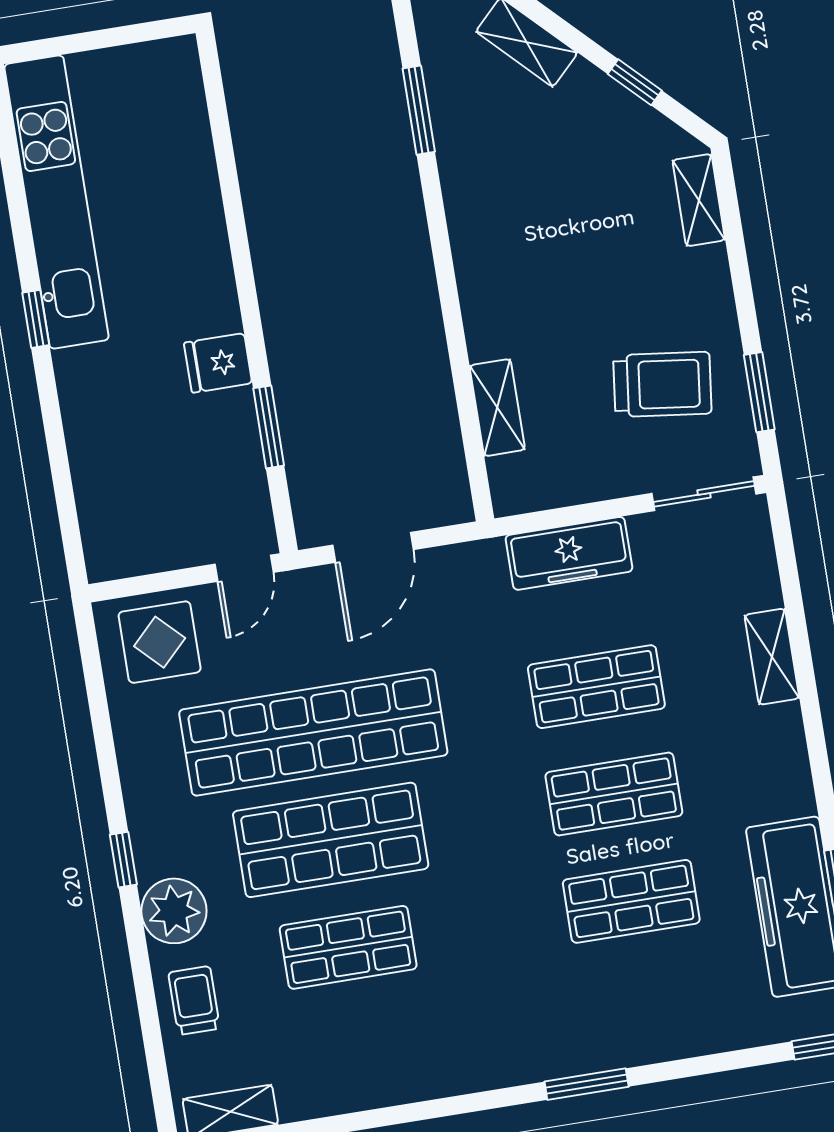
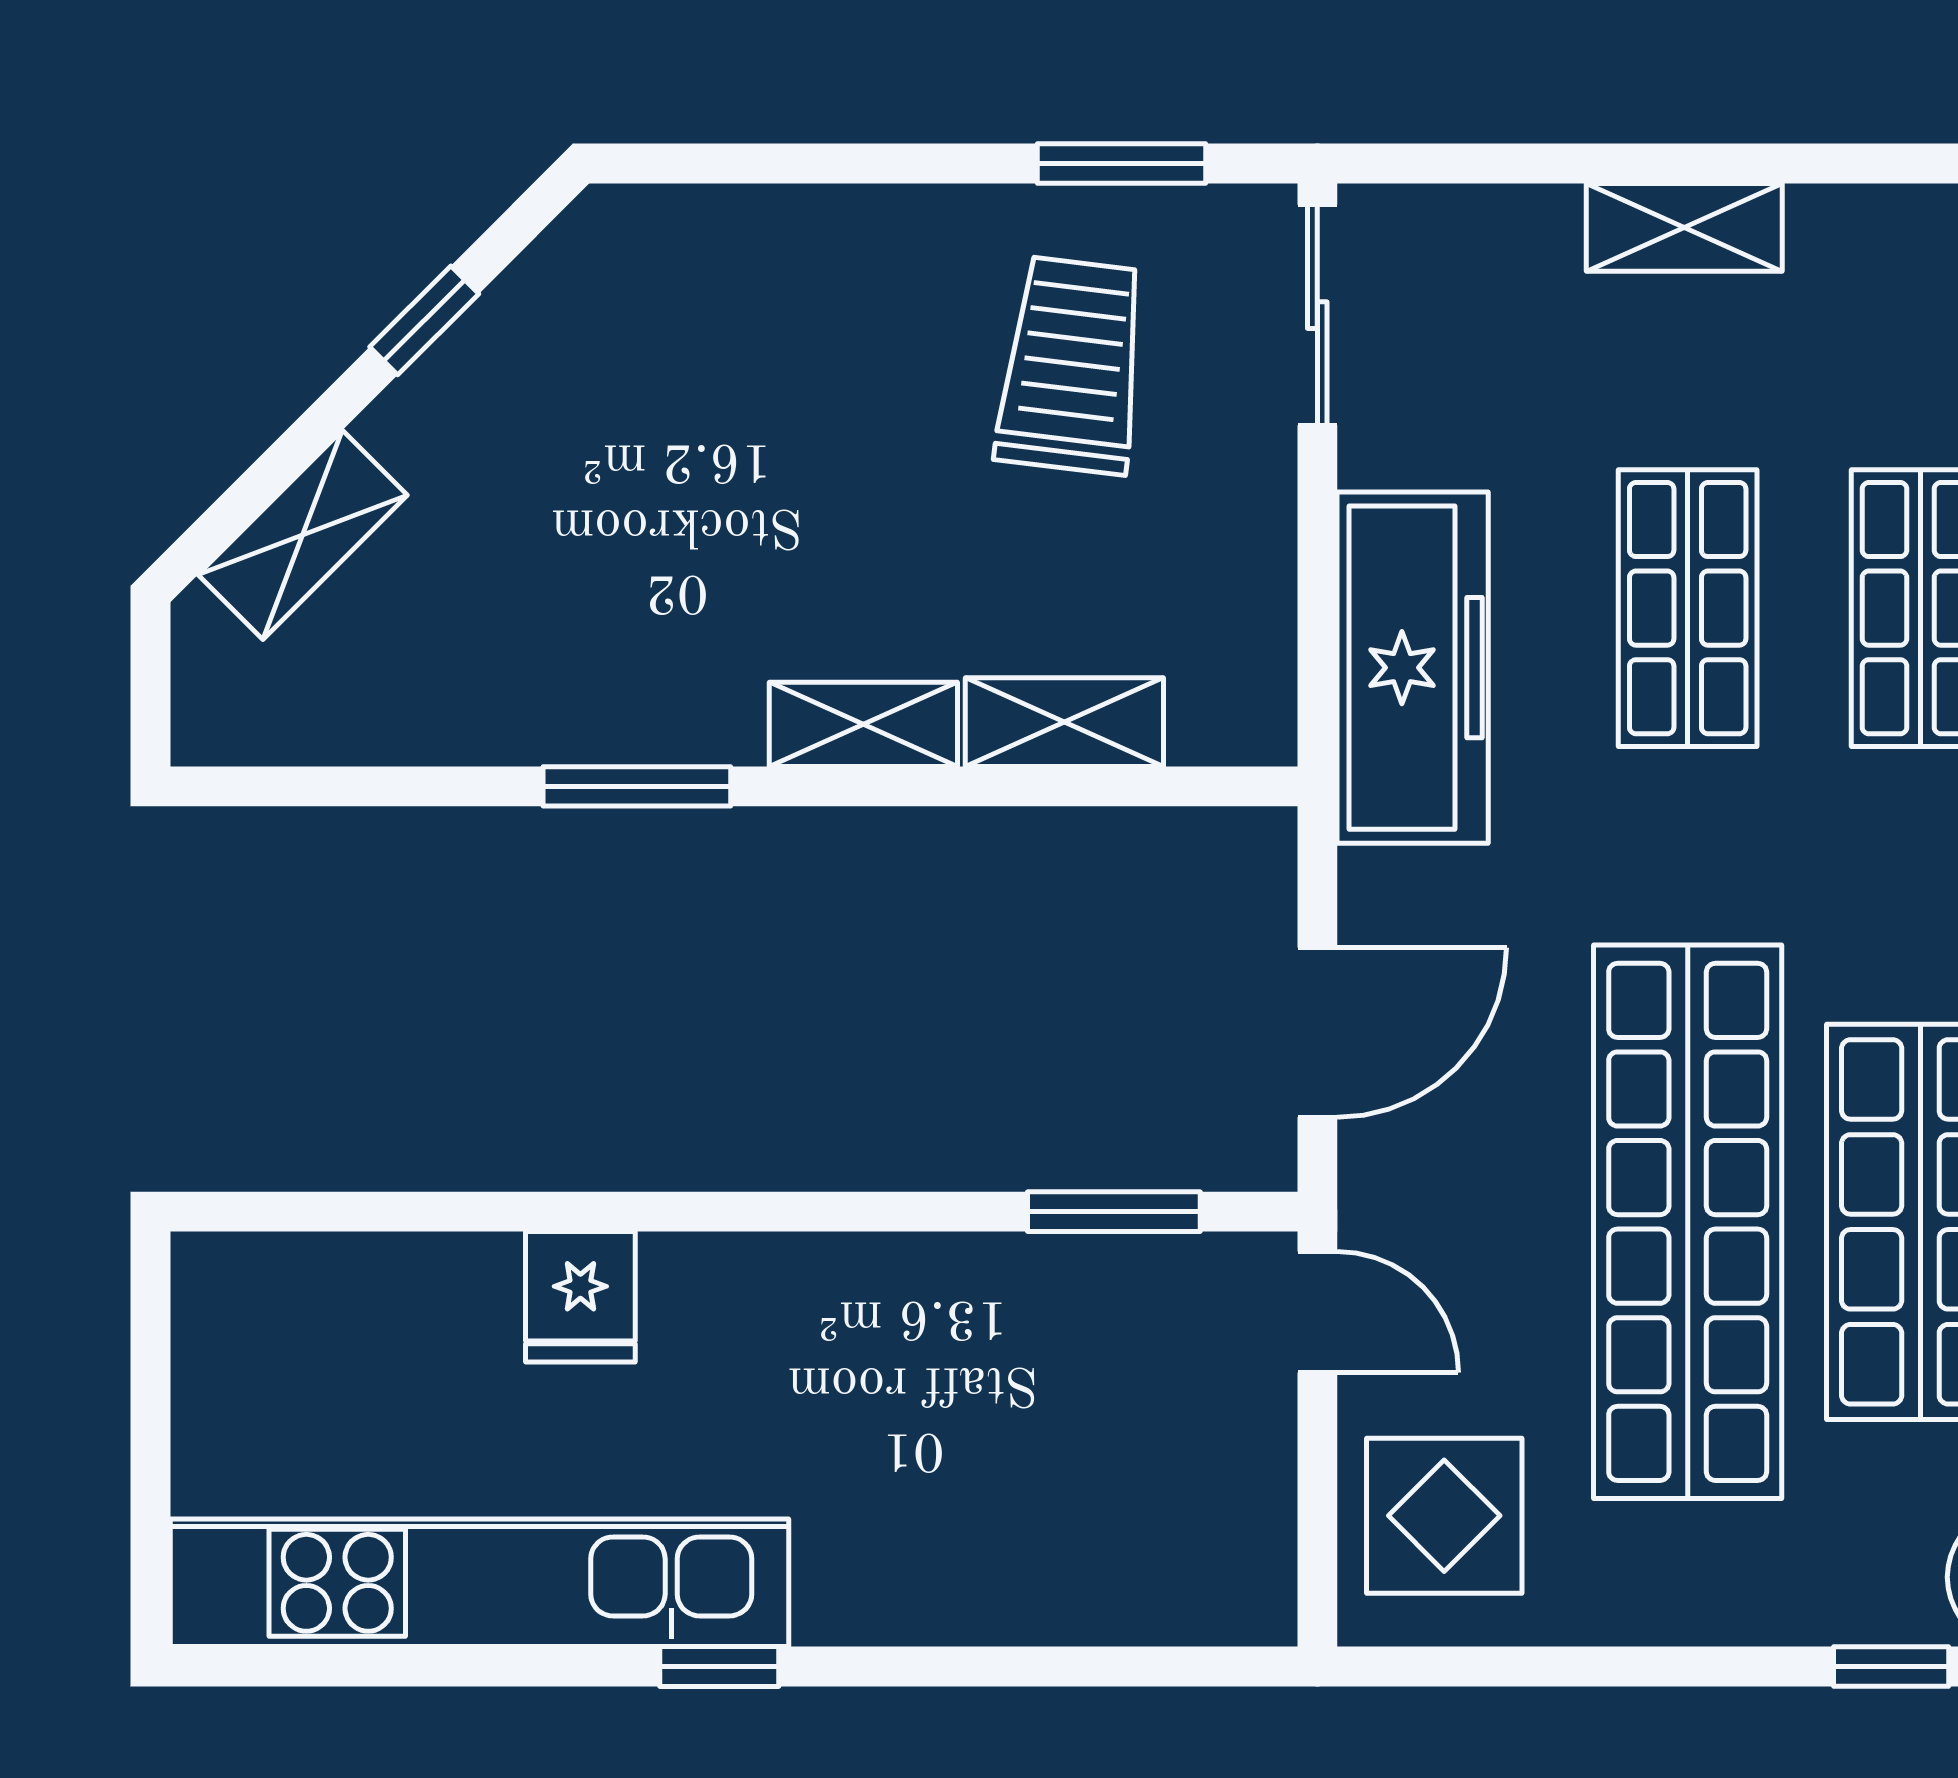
window: (419, 110) -> (637, 786), moved
shelving: (699, 200) -> (863, 724), moved
fridge: (218, 363) -> (580, 1297), moved
window: (269, 427) -> (1114, 1212), moved
door: (373, 547) -> (1317, 1032), hinge flipped
freezer: (569, 553) -> (1413, 668), width x1.36, depth x1.26

